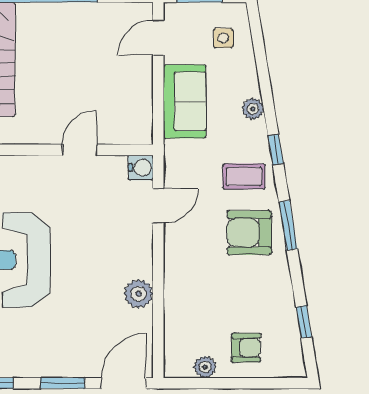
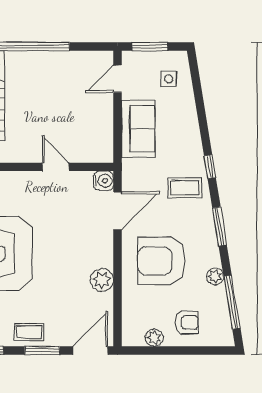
plant: (253, 109) -> (215, 276), moved
door: (80, 150) -> (56, 167), hinge flipped
door: (158, 206) -> (117, 211), width x1.38
armchair: (249, 233) -> (161, 261), moved, width x1.36, depth x1.36
window: (304, 322) -> (232, 302), width x2.17
coffee table: (46, 360) -> (29, 332), added

